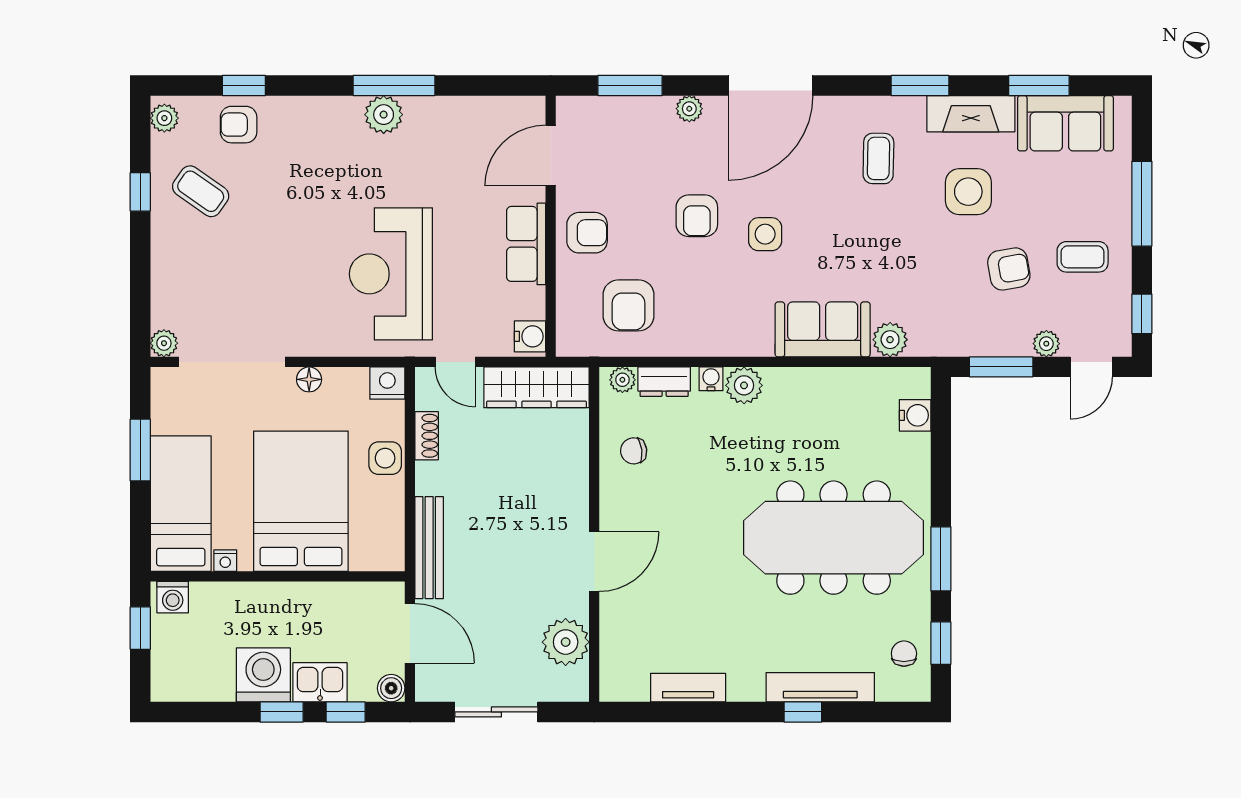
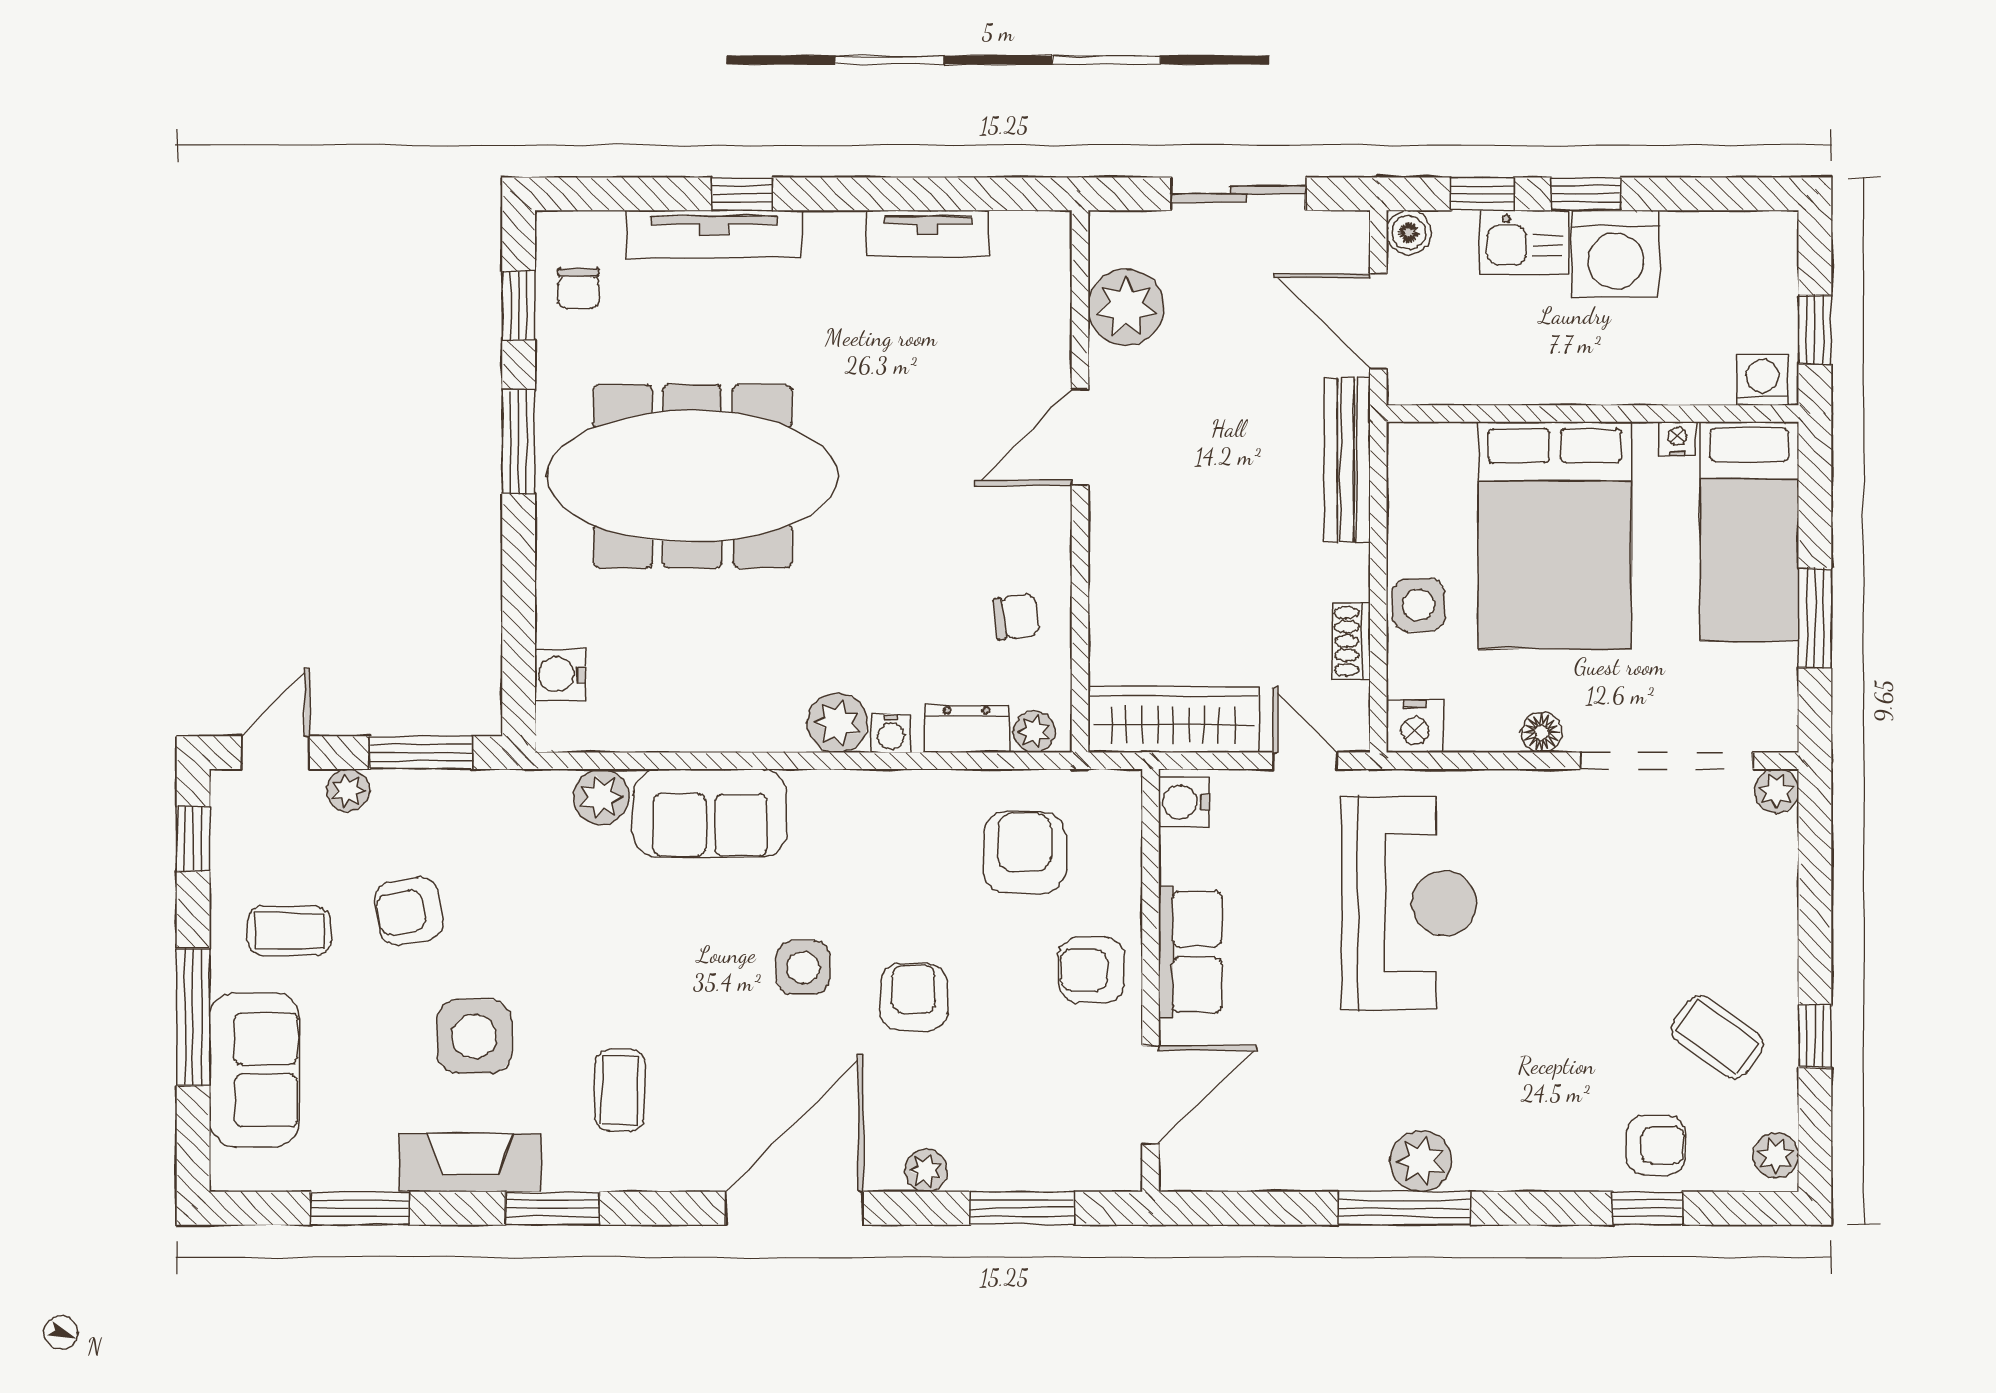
sofa: (1065, 123) -> (254, 1069), moved, turned 90

